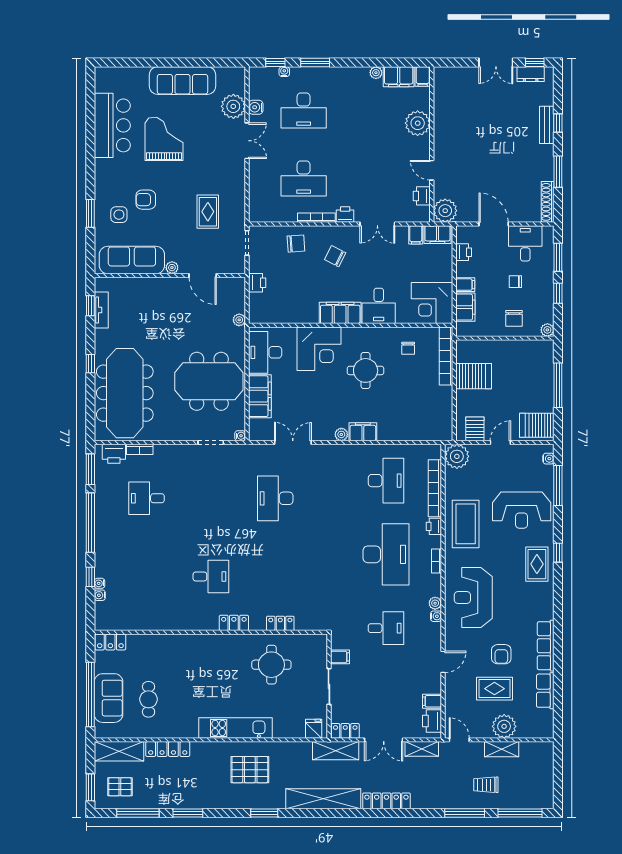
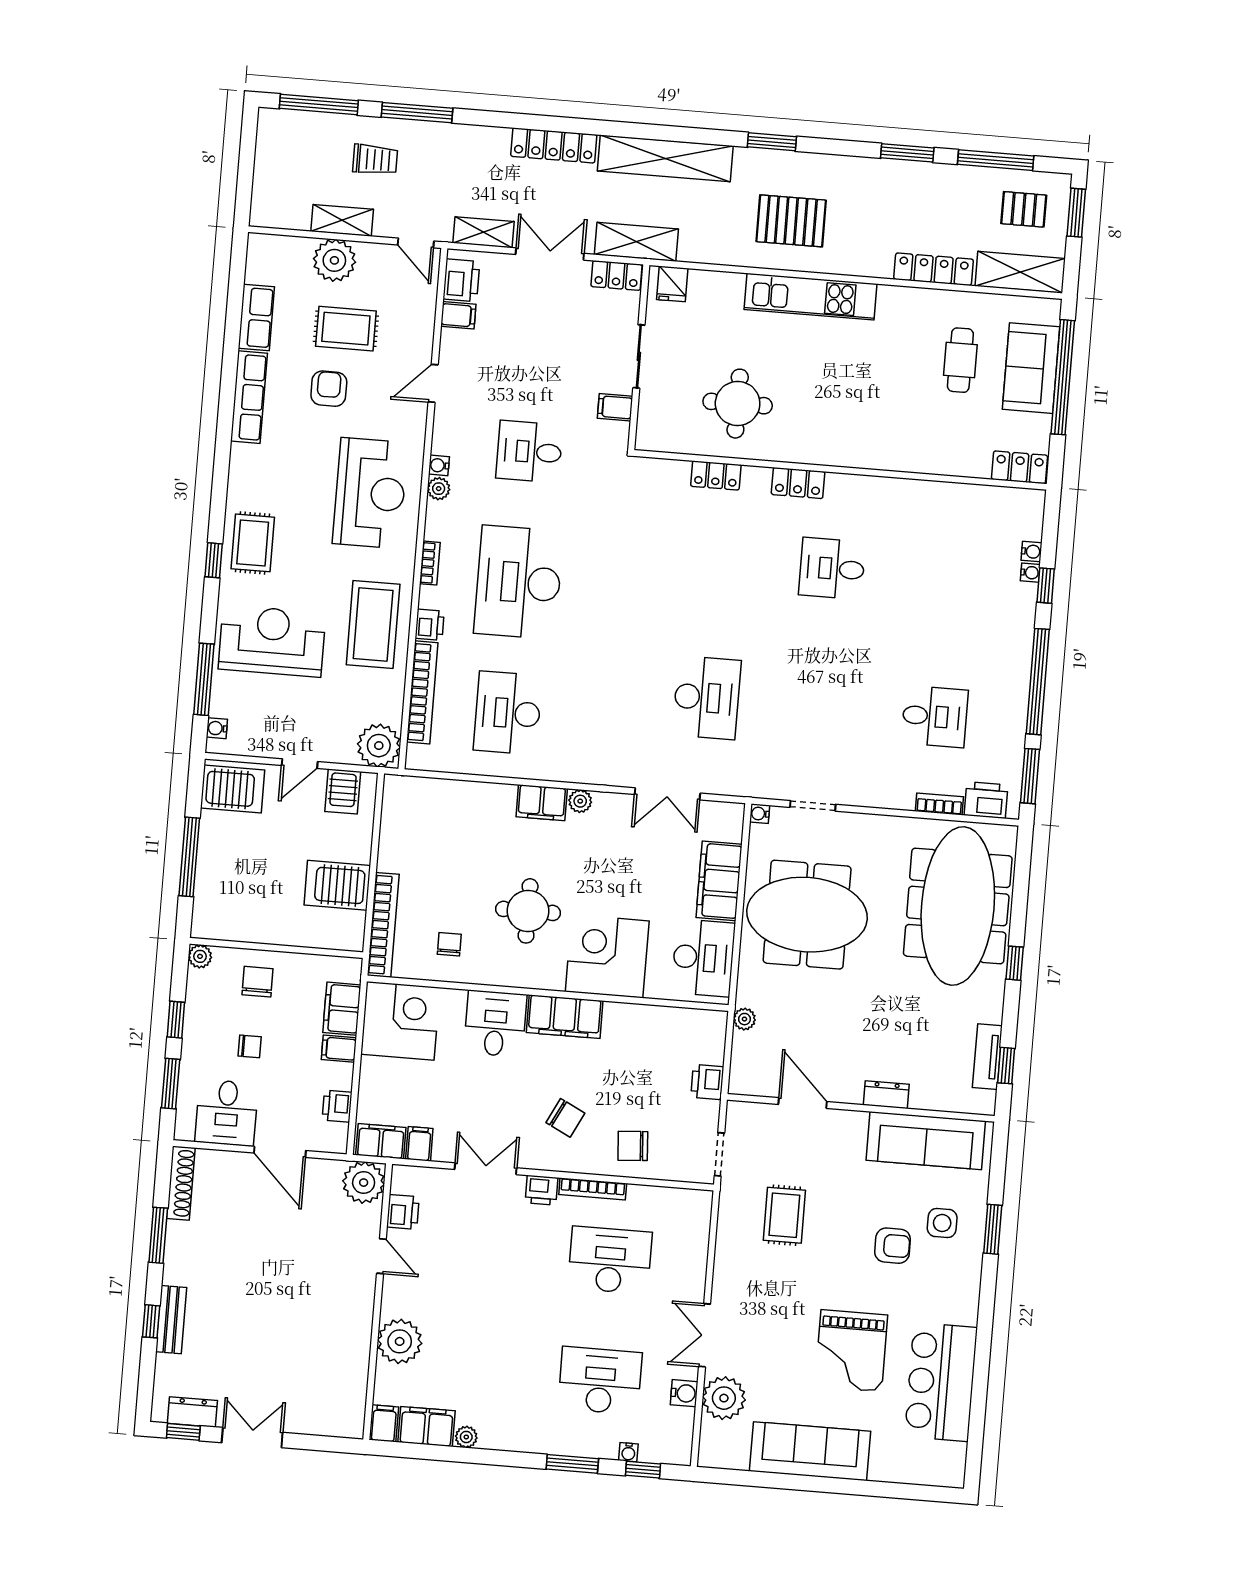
plant: (172, 268) -> (856, 1121), removed
dresser: (156, 284) -> (886, 1095), added

